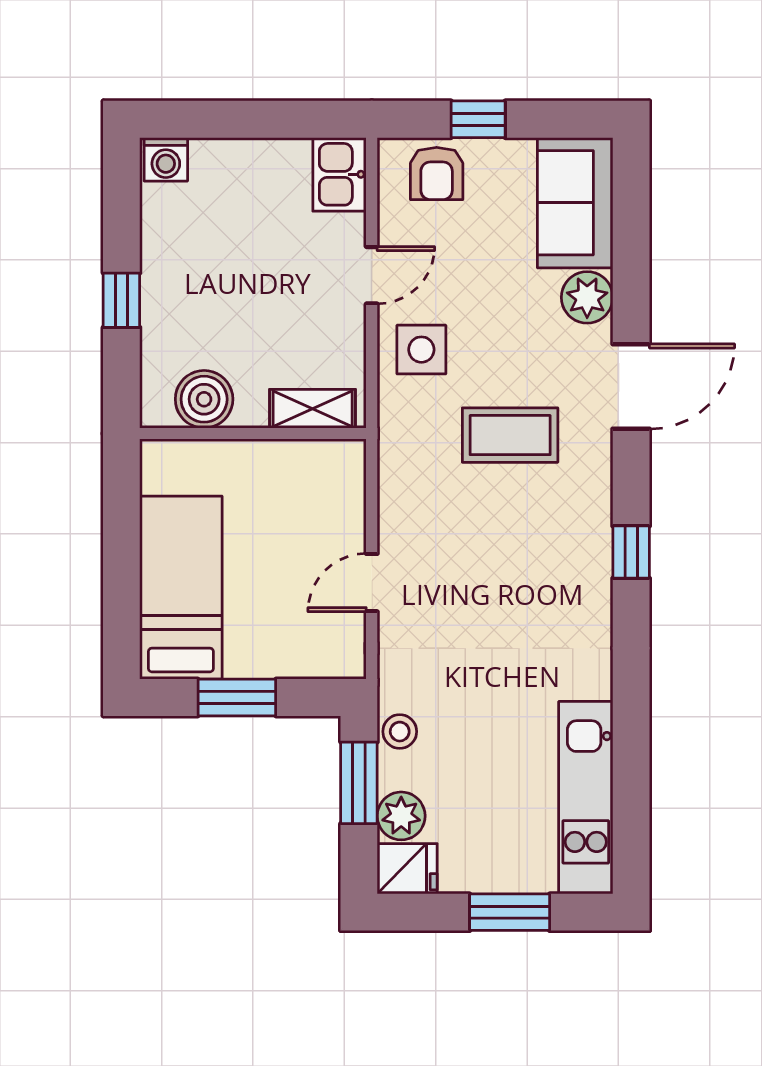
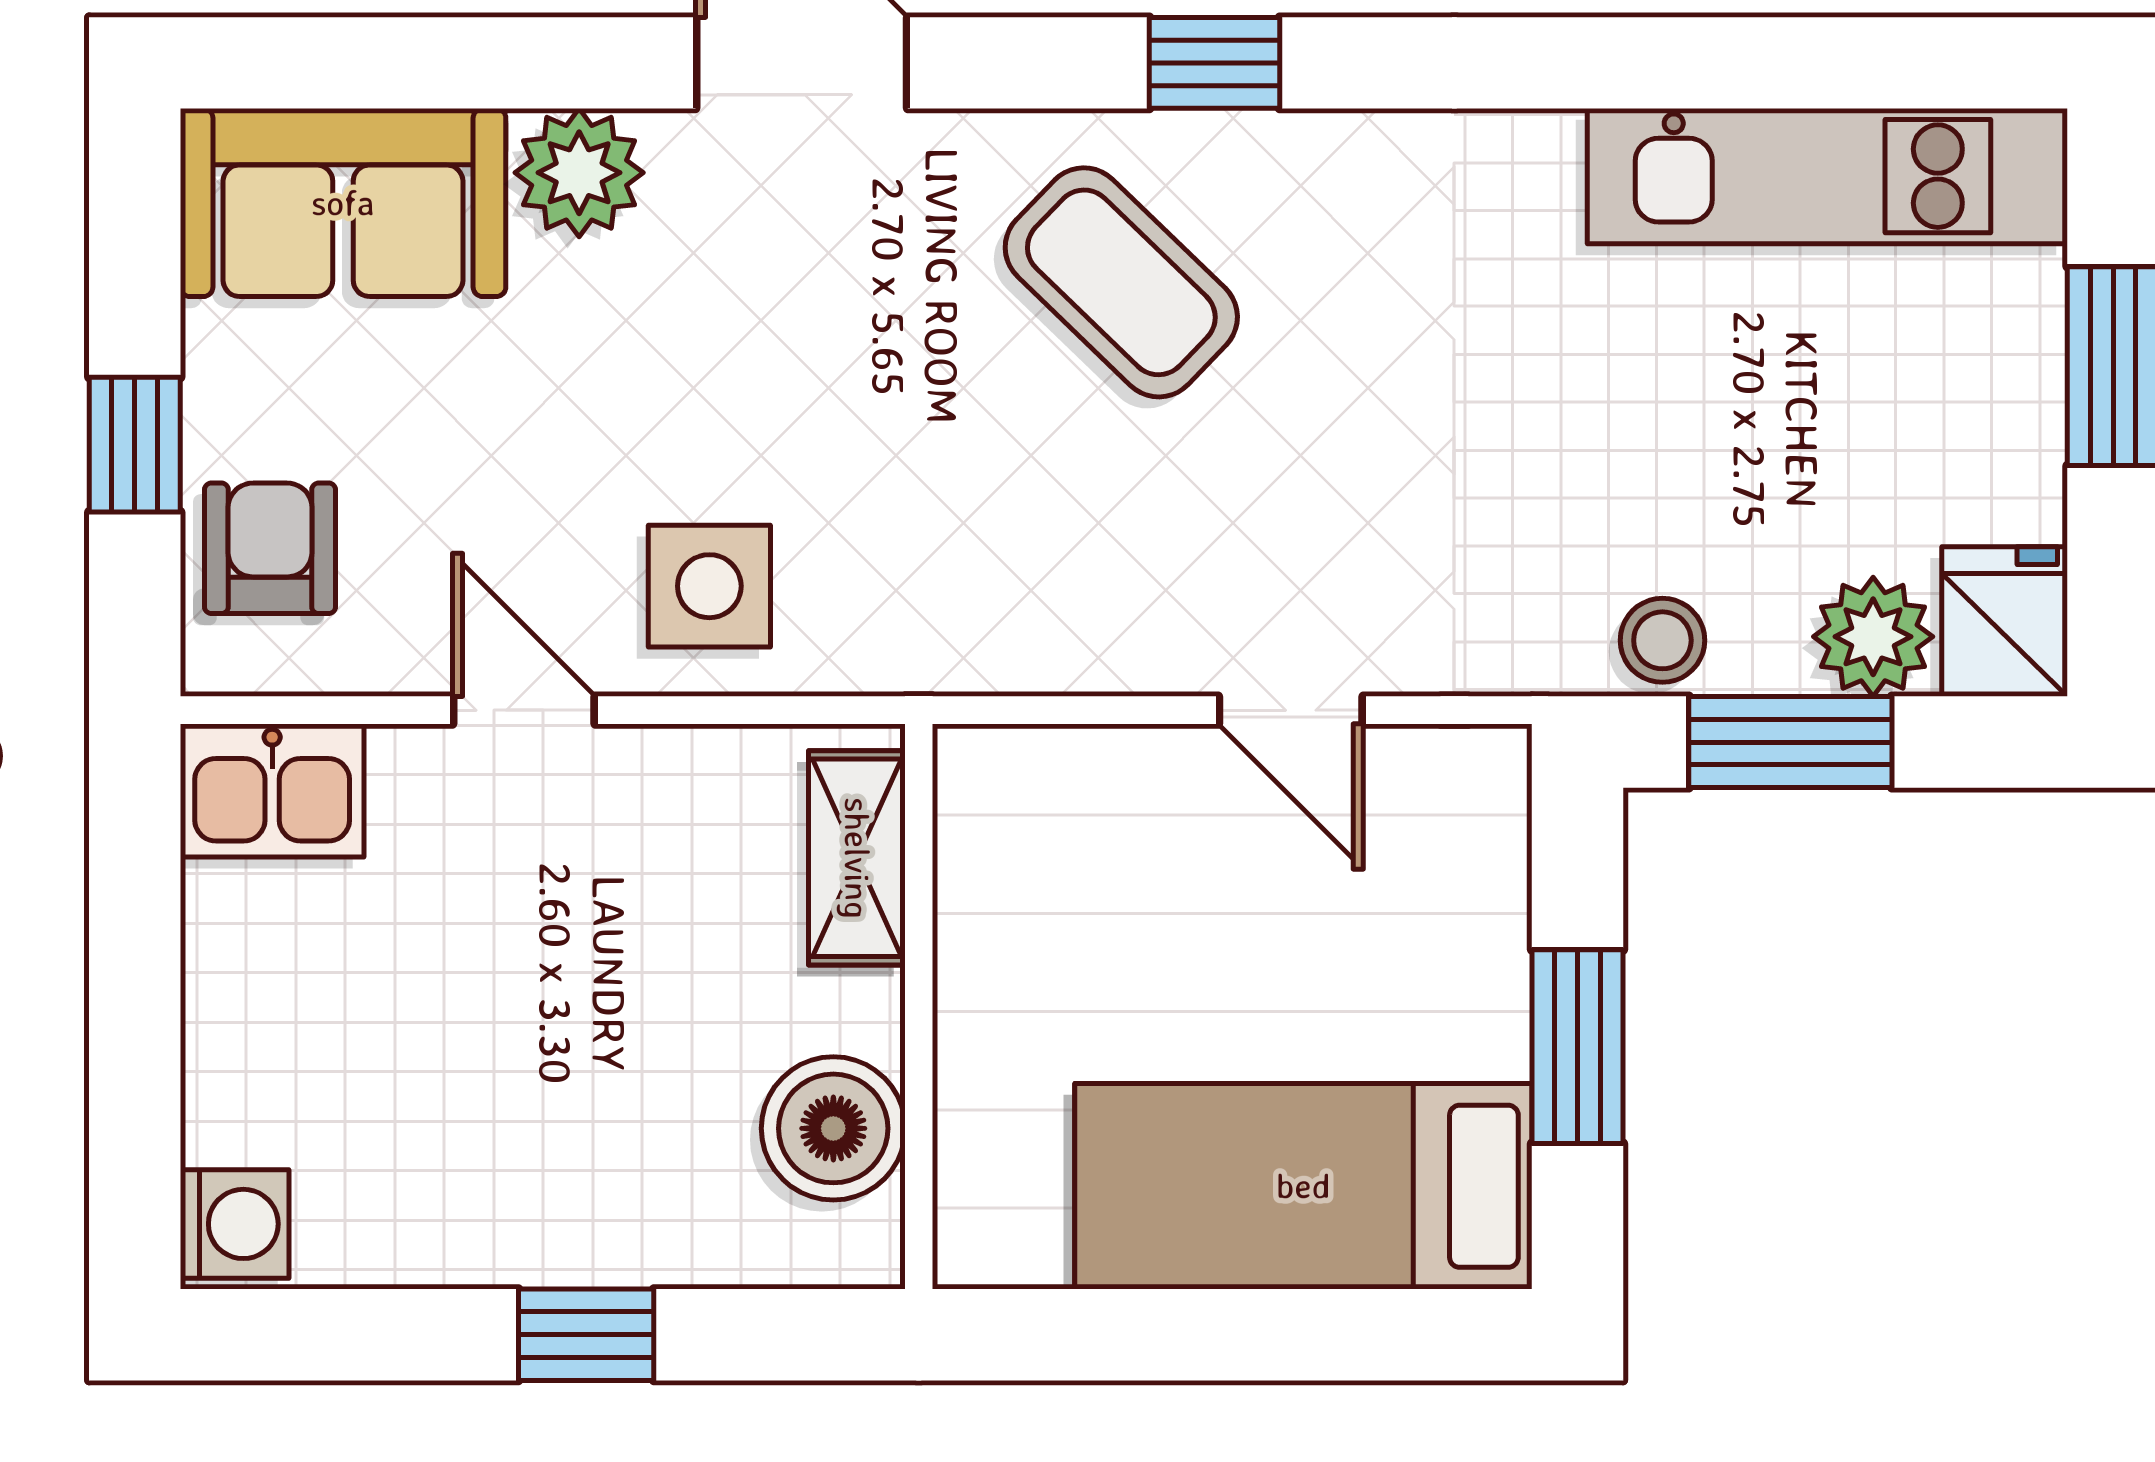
armchair: (437, 173) -> (270, 548), turned -90
coffee table: (510, 435) -> (1121, 282), moved, turned -46

